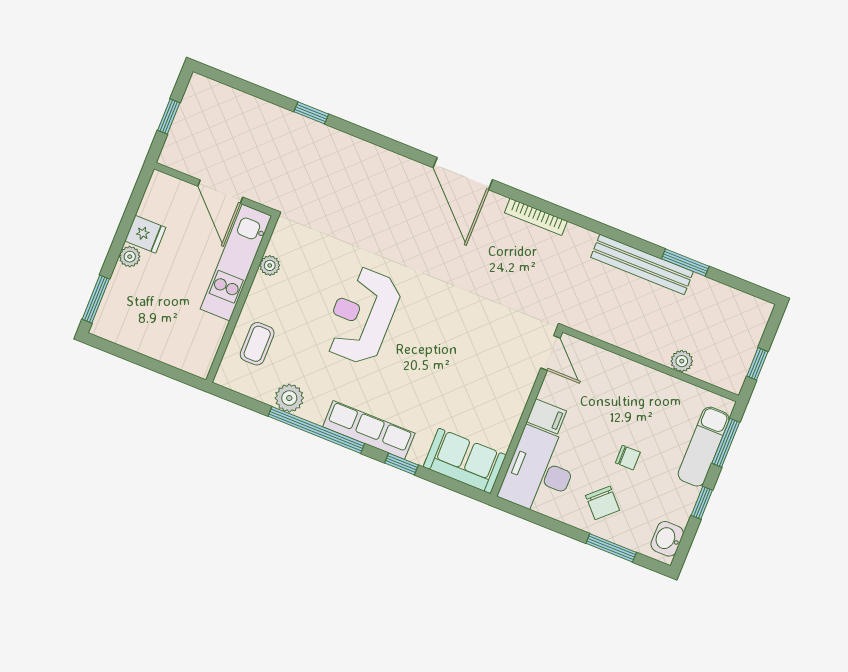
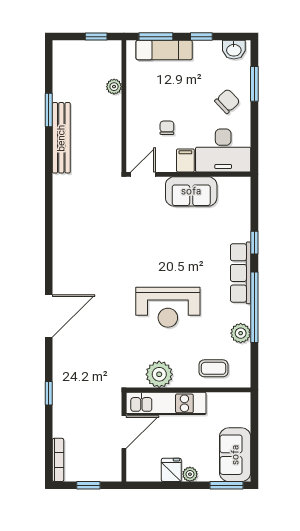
door: (463, 174) -> (49, 316), moved
bookcase: (536, 217) -> (58, 460), moved
plant: (270, 265) -> (159, 374), width x1.87, depth x1.87
sofa: (132, 327) -> (235, 455), added
chair: (628, 458) -> (167, 128), moved
sofa: (465, 461) -> (191, 191), moved, turned -90

